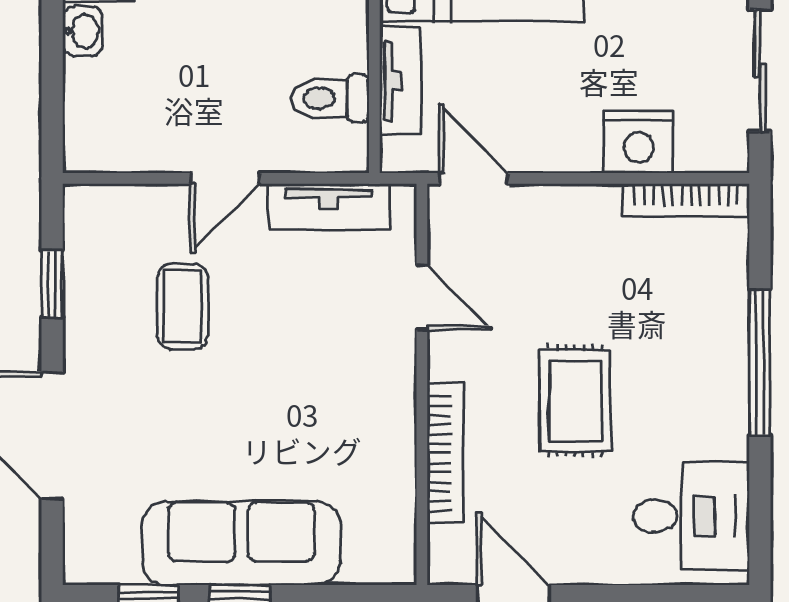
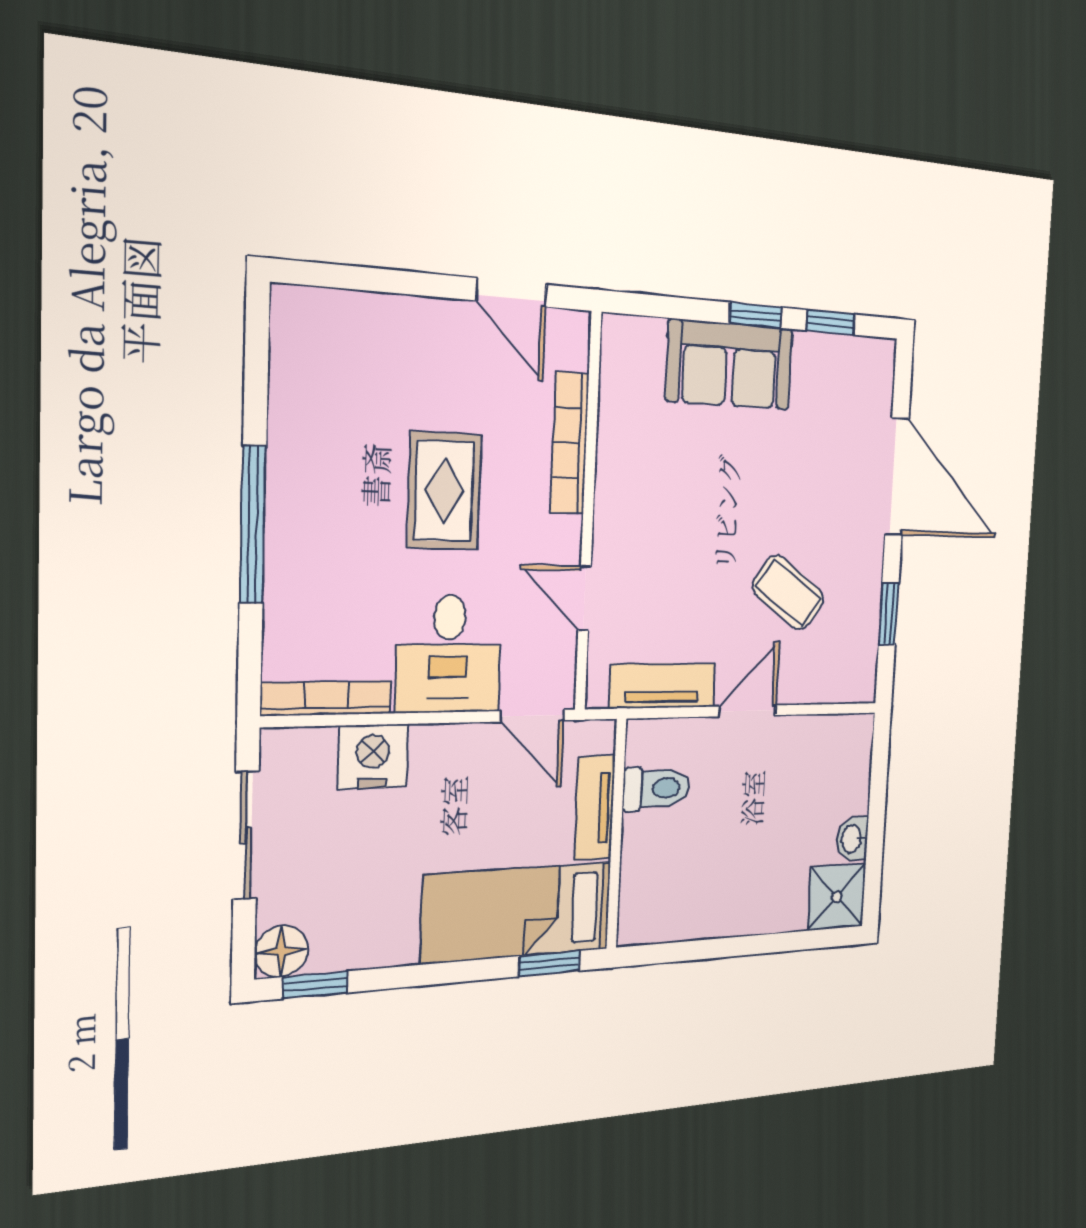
coffee table: (183, 306) -> (788, 592), turned -55
desk: (691, 516) -> (449, 654), moved, turned -90
sofa: (241, 543) -> (730, 365), width x0.73

